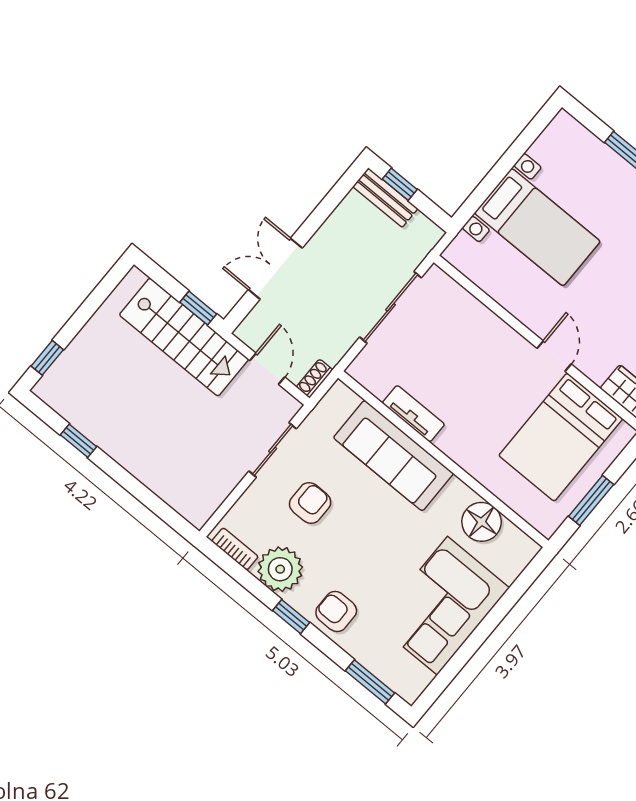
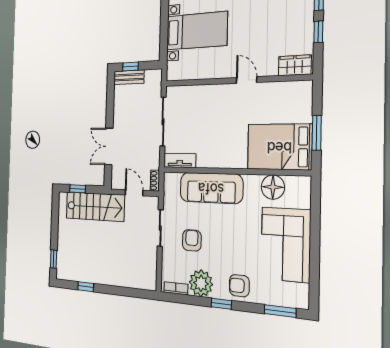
window: (198, 308) -> (78, 189), moved
tv unit: (413, 414) -> (180, 160), moved
bed: (561, 437) -> (279, 147), moved, turned 90

